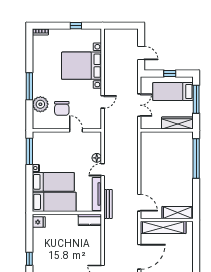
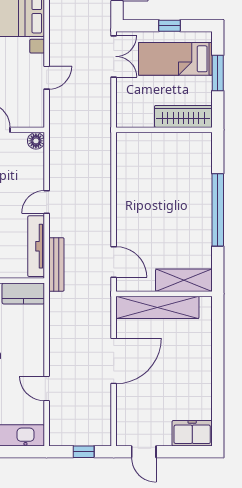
window: (196, 99) -> (218, 73), width x0.69
double door: (139, 105) -> (114, 56), moved
floor lamp: (97, 158) -> (36, 141), moved
window: (196, 159) -> (218, 210), moved

